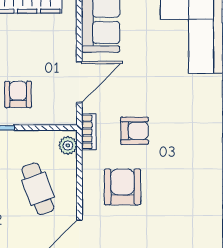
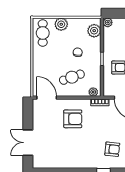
armchair: (134, 131) -> (112, 149), moved, turned -84

